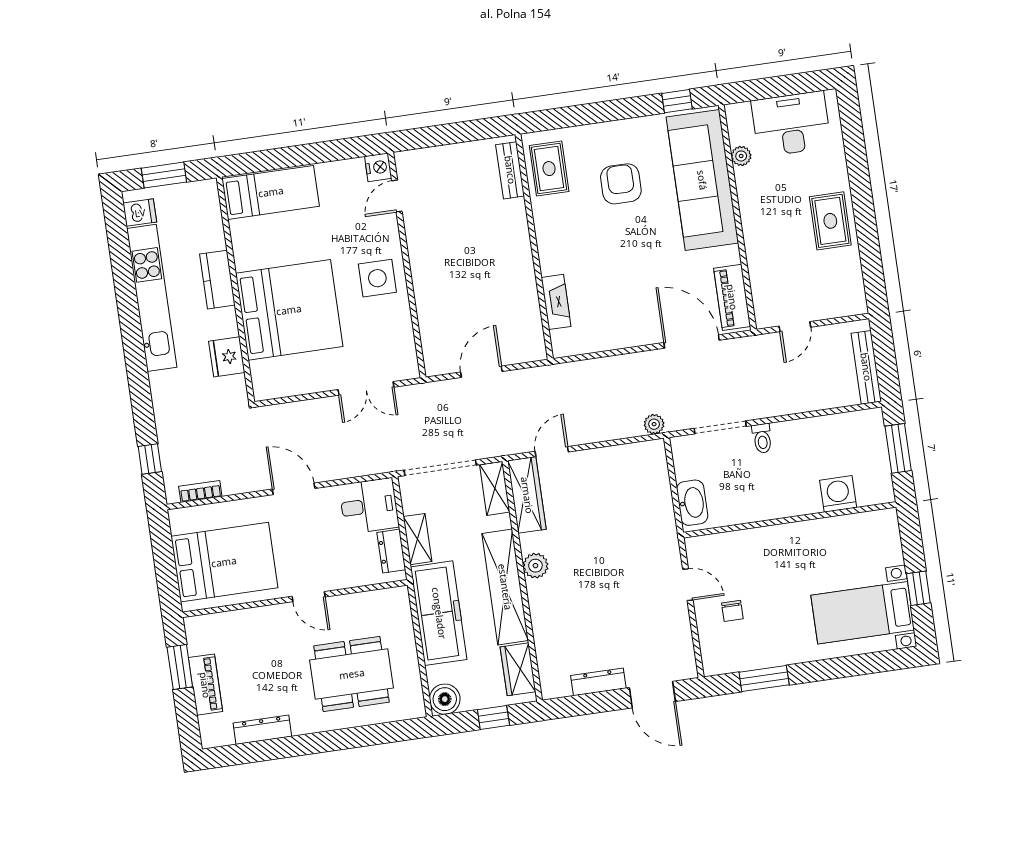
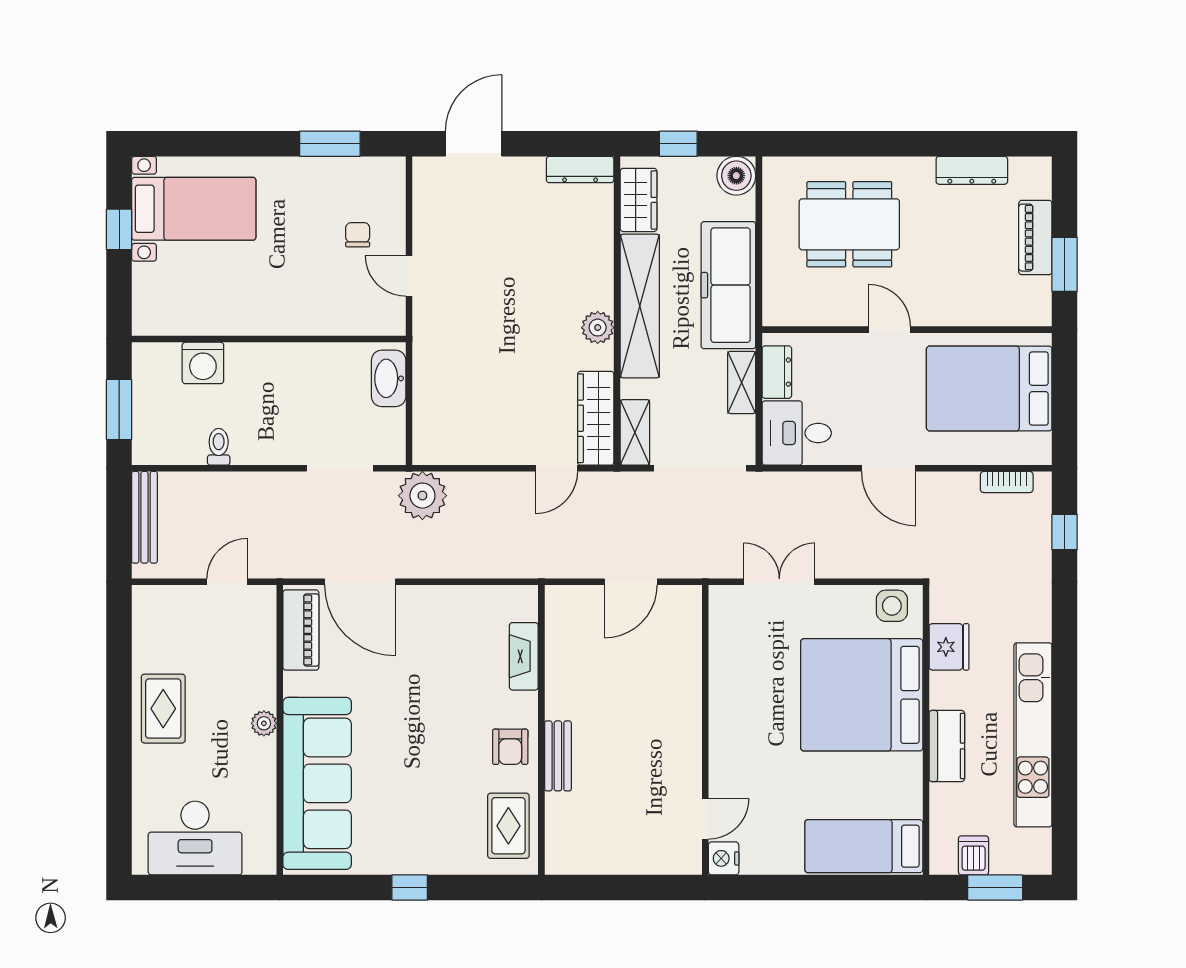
window: (677, 101) -> (410, 888), moved
plant: (741, 156) -> (264, 723), moved
bench: (510, 170) -> (558, 756), moved
armchair: (621, 184) -> (510, 747), moved, width x0.72, depth x0.72
dishwasher: (140, 213) -> (974, 855), moved, turned 90
side table: (377, 278) -> (892, 606), moved, width x0.73, depth x0.73
plant: (654, 424) -> (422, 496), width x1.88, depth x1.88
toilet: (762, 438) -> (219, 447), moved
dresser: (598, 682) -> (580, 169), moved
door: (652, 695) -> (474, 144), hinge flipped

